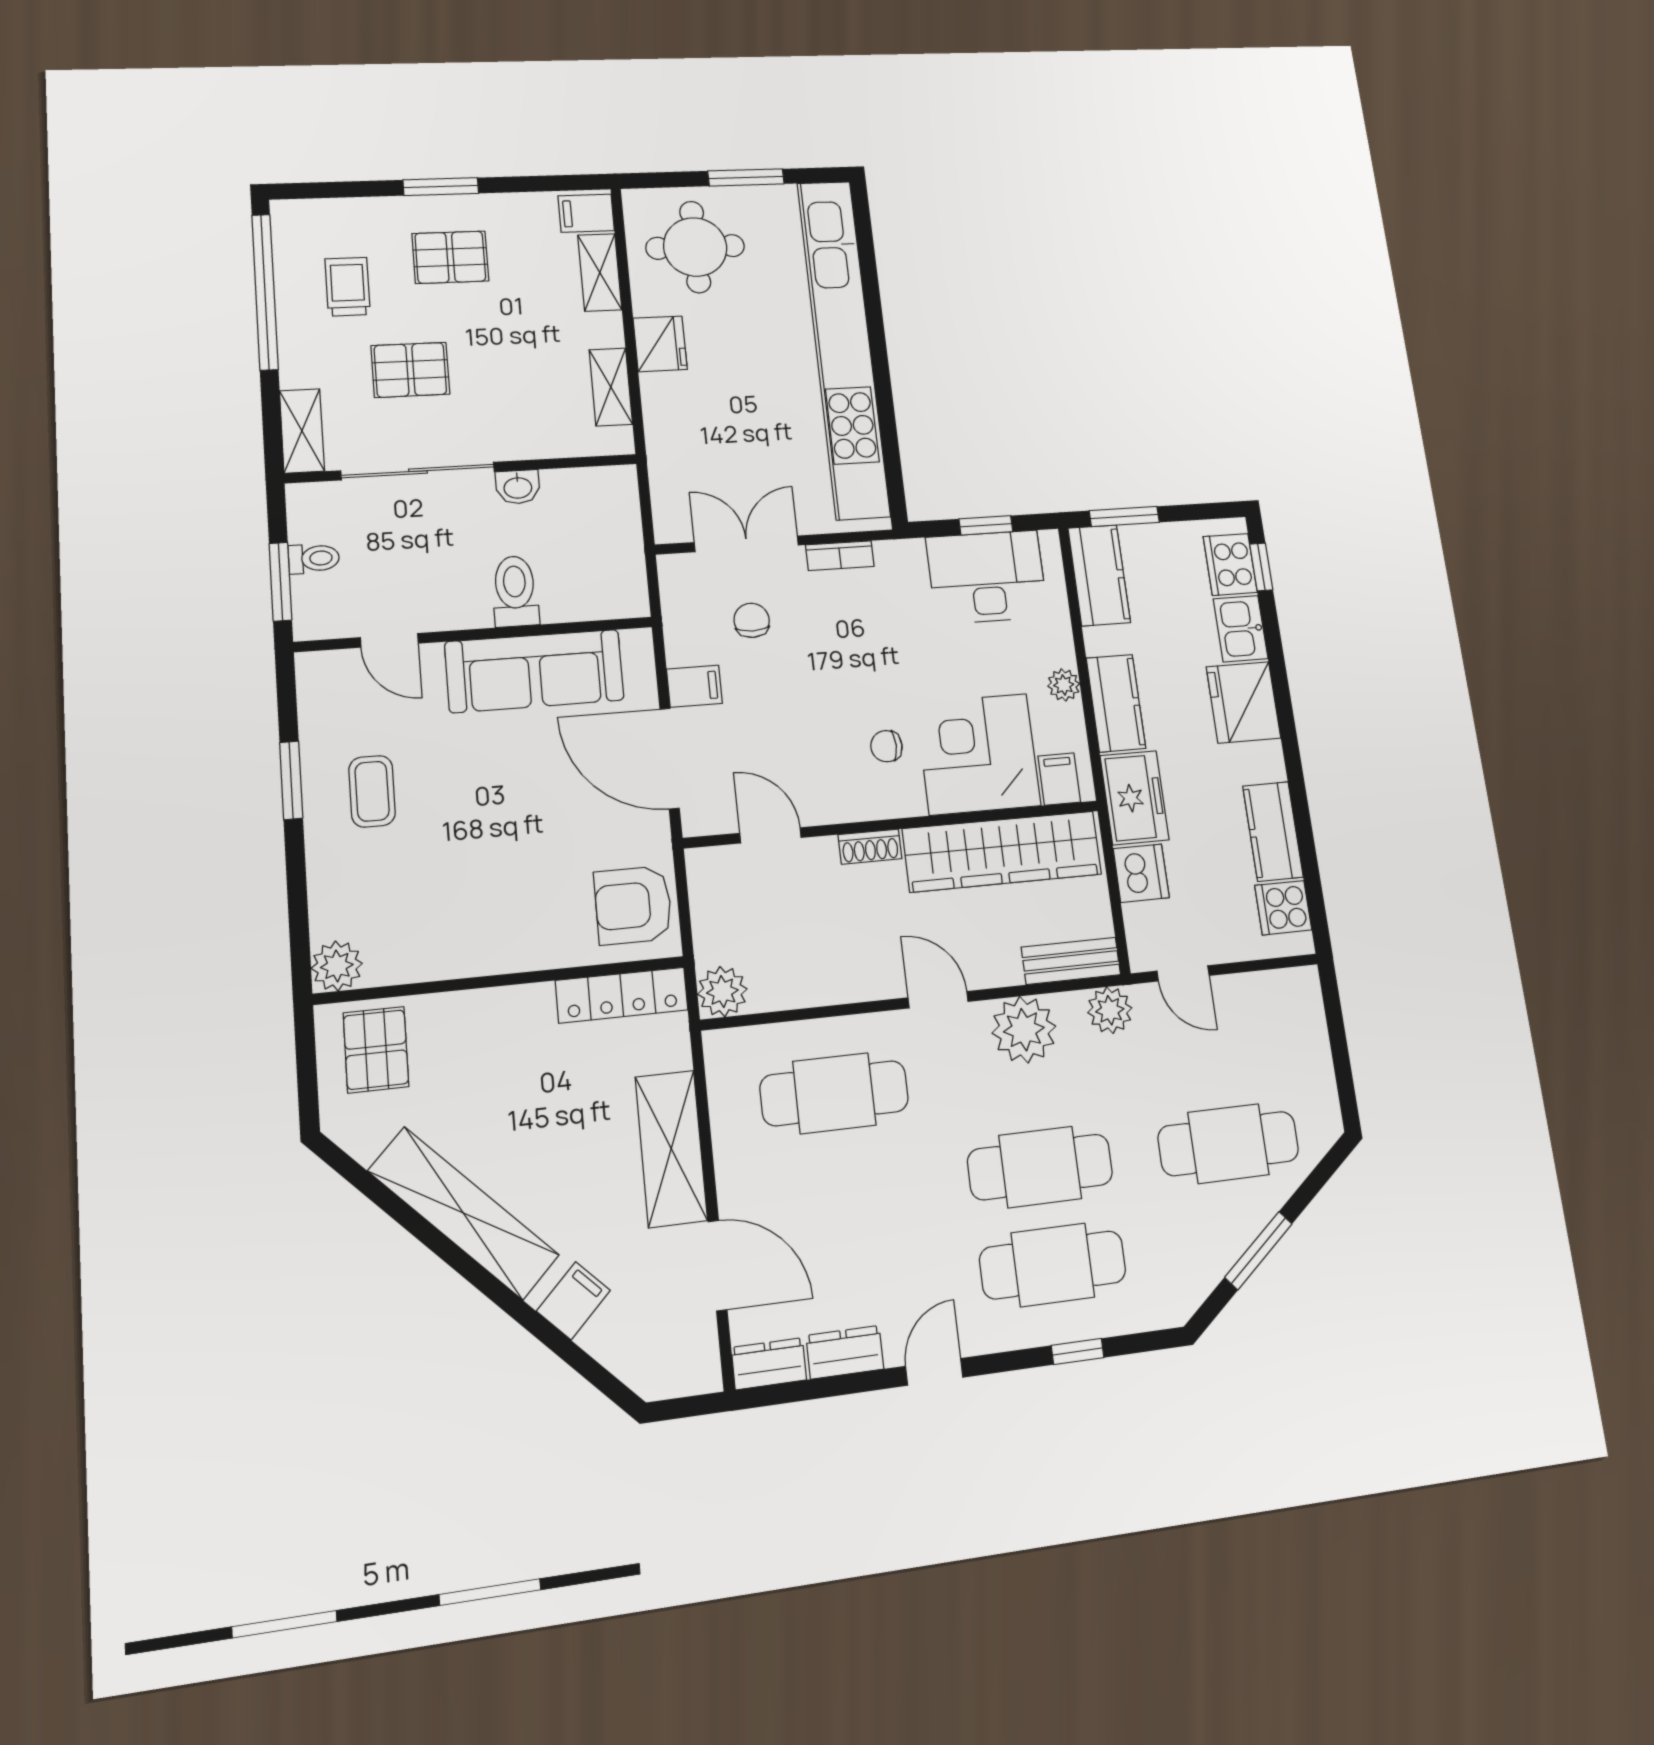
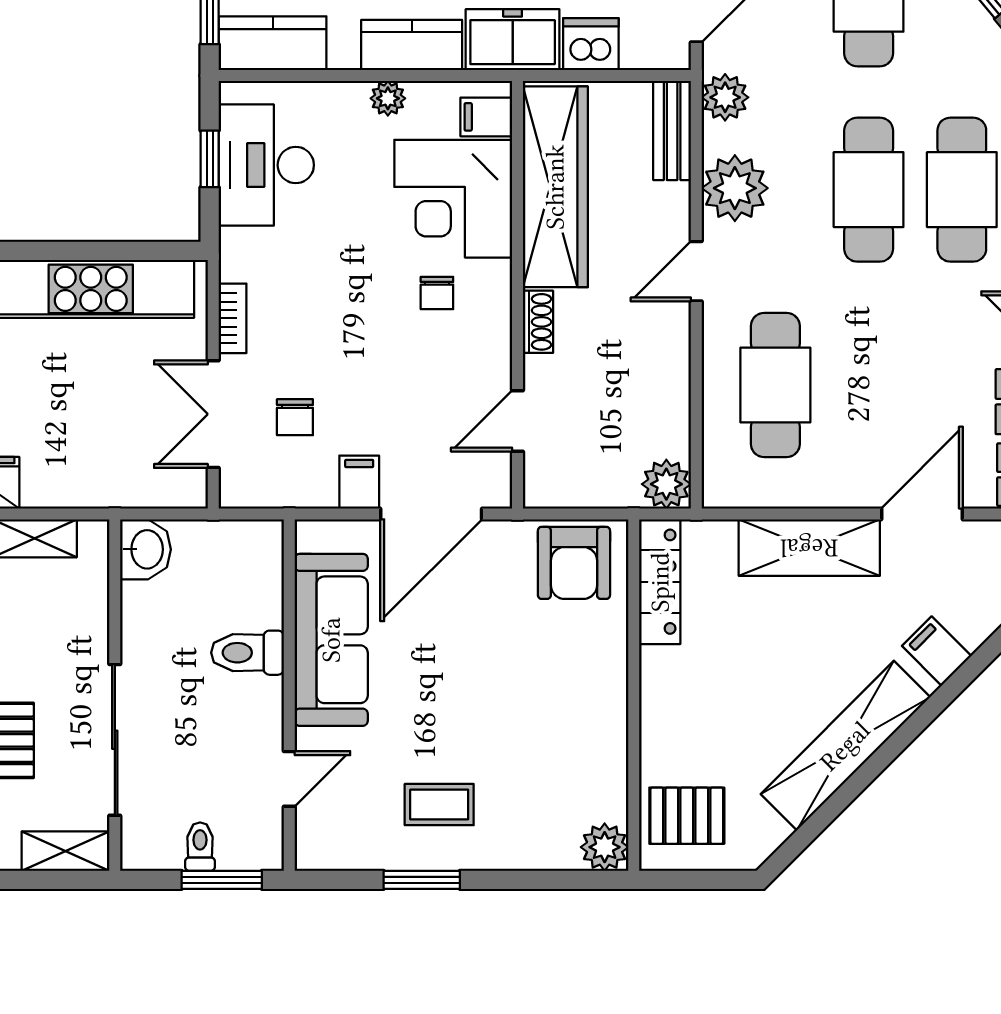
washbasin: (518, 487) -> (146, 549), moved, width x1.38, depth x1.45
chair: (752, 620) -> (295, 417), turned -90

